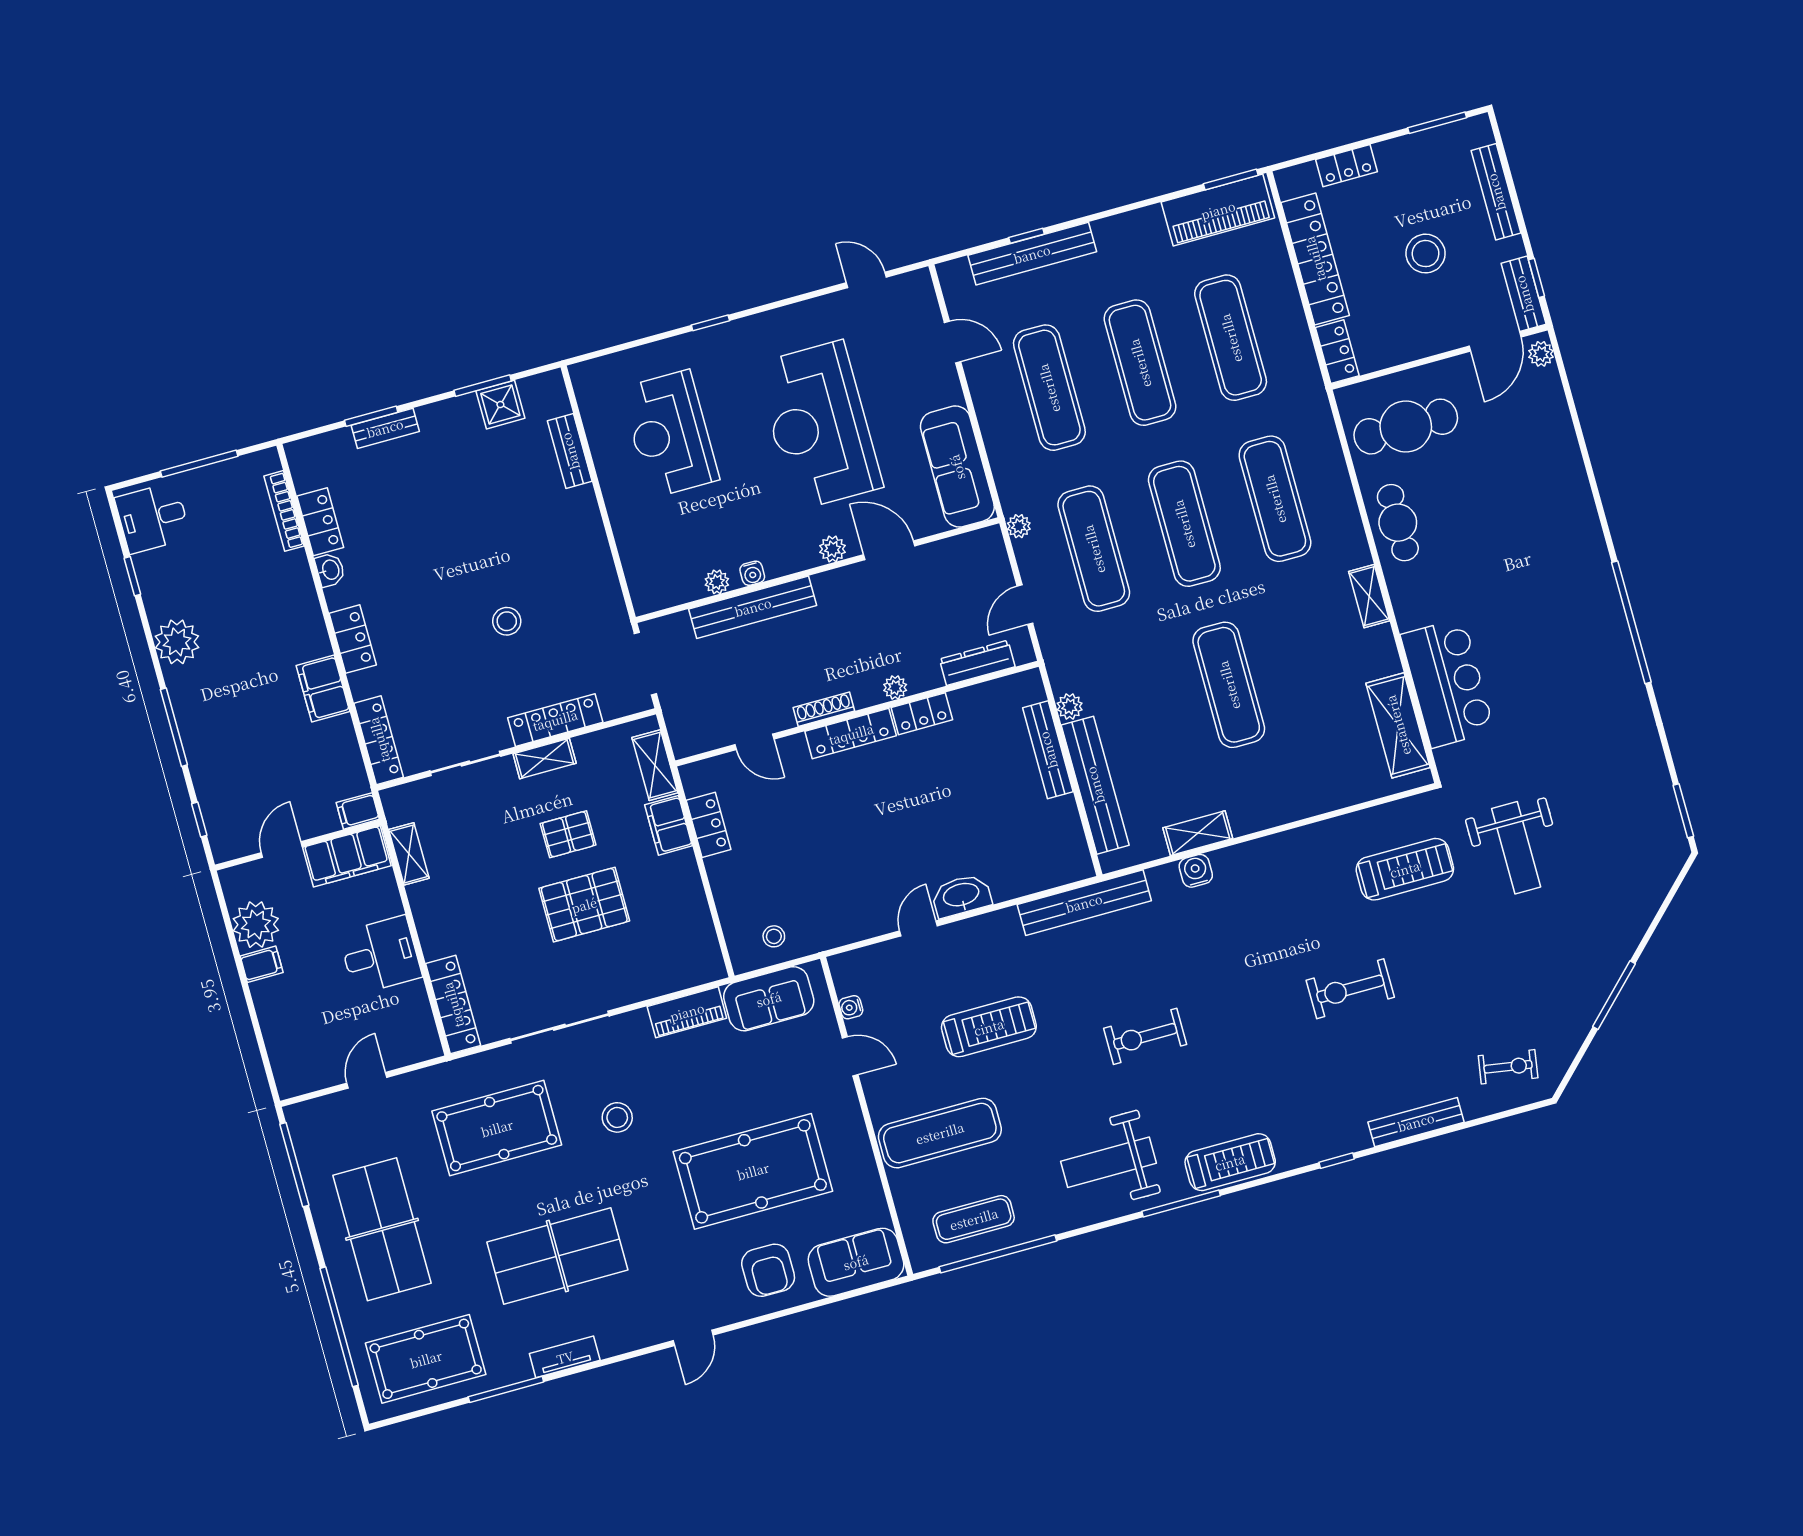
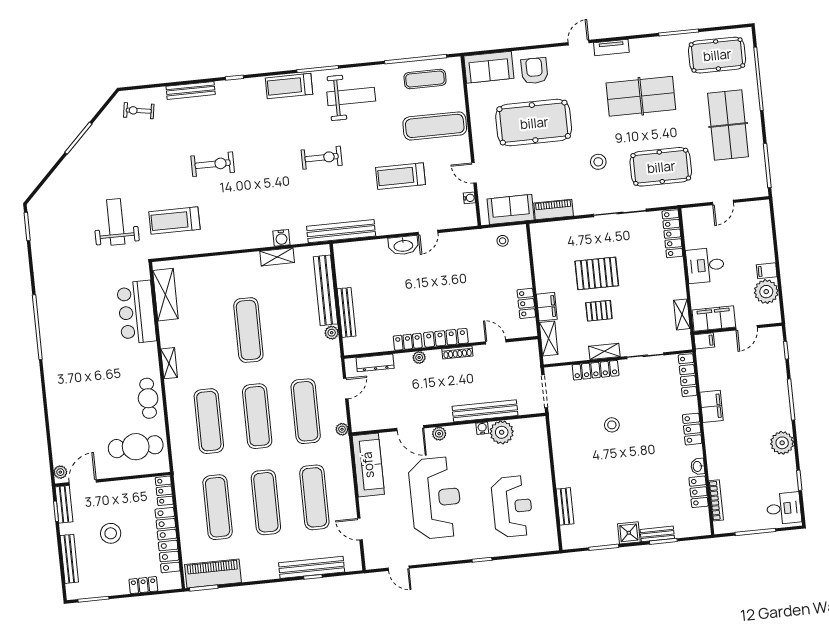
shower: (500, 405) -> (629, 533), moved
plant: (717, 582) -> (502, 432), width x1.87, depth x1.87
tv unit: (565, 1357) -> (611, 48), moved

